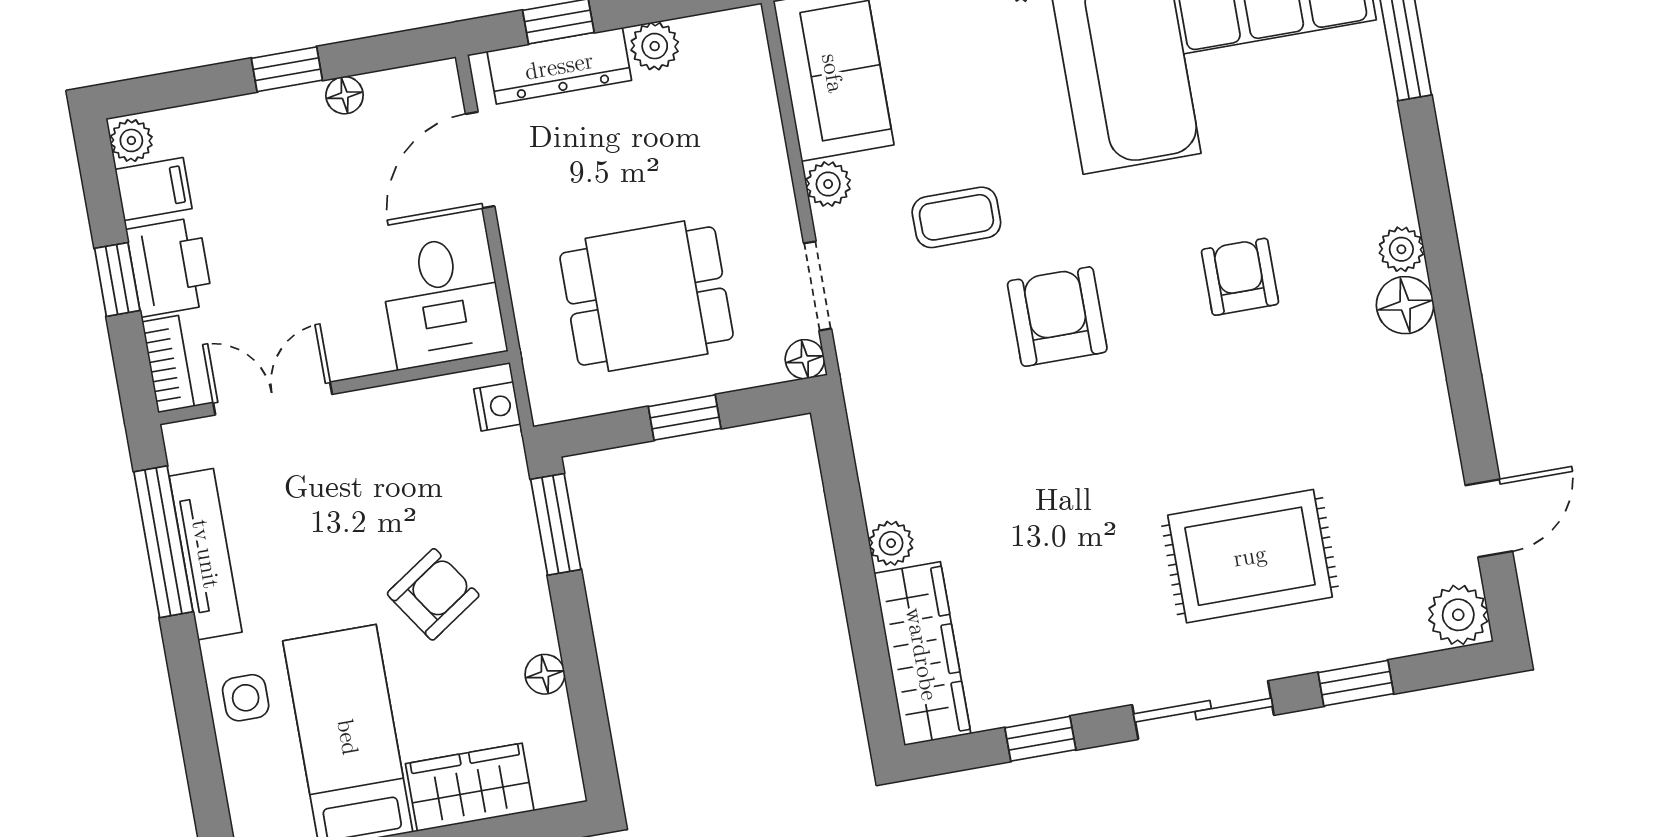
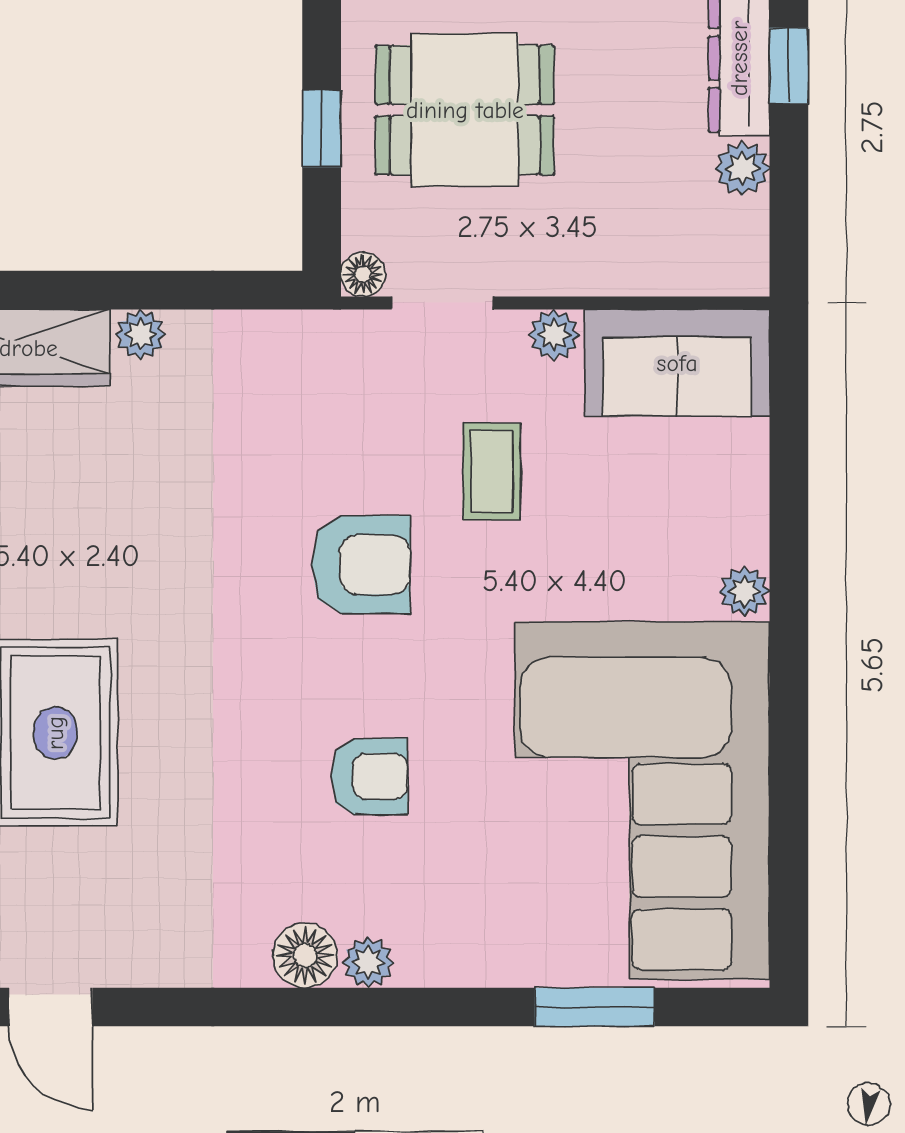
dining table: (647, 296) -> (465, 110), turned 90

